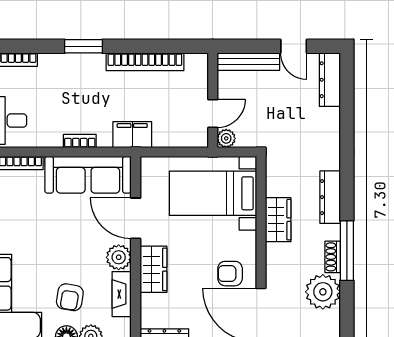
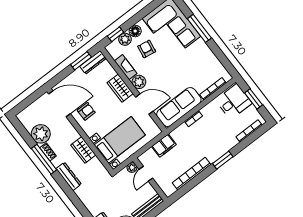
filing cabinet: (132, 135) -> (164, 146), moved

